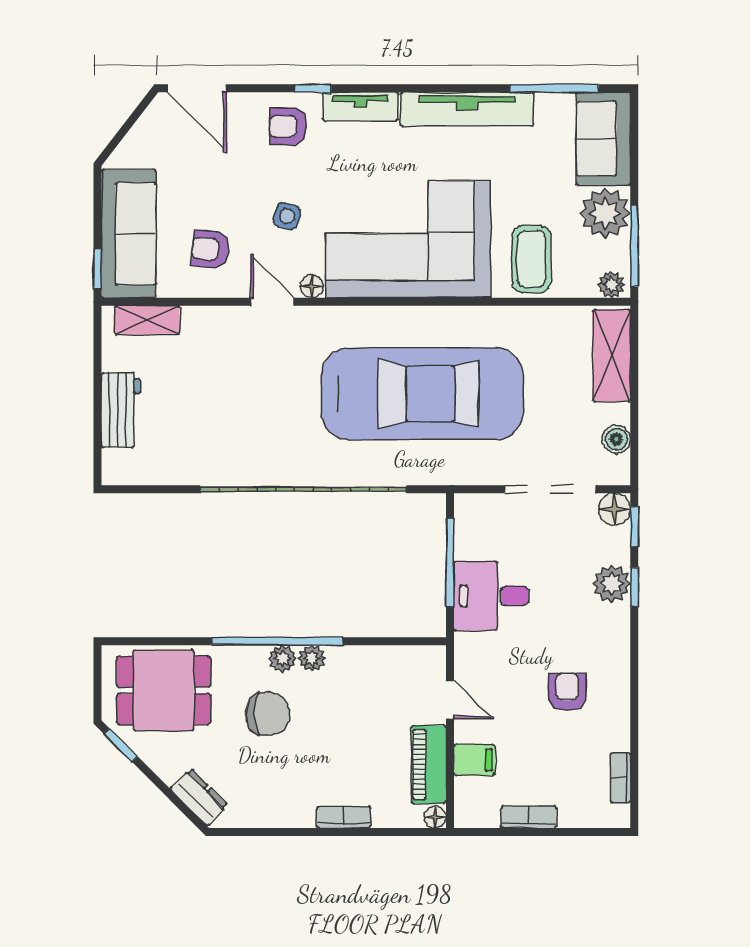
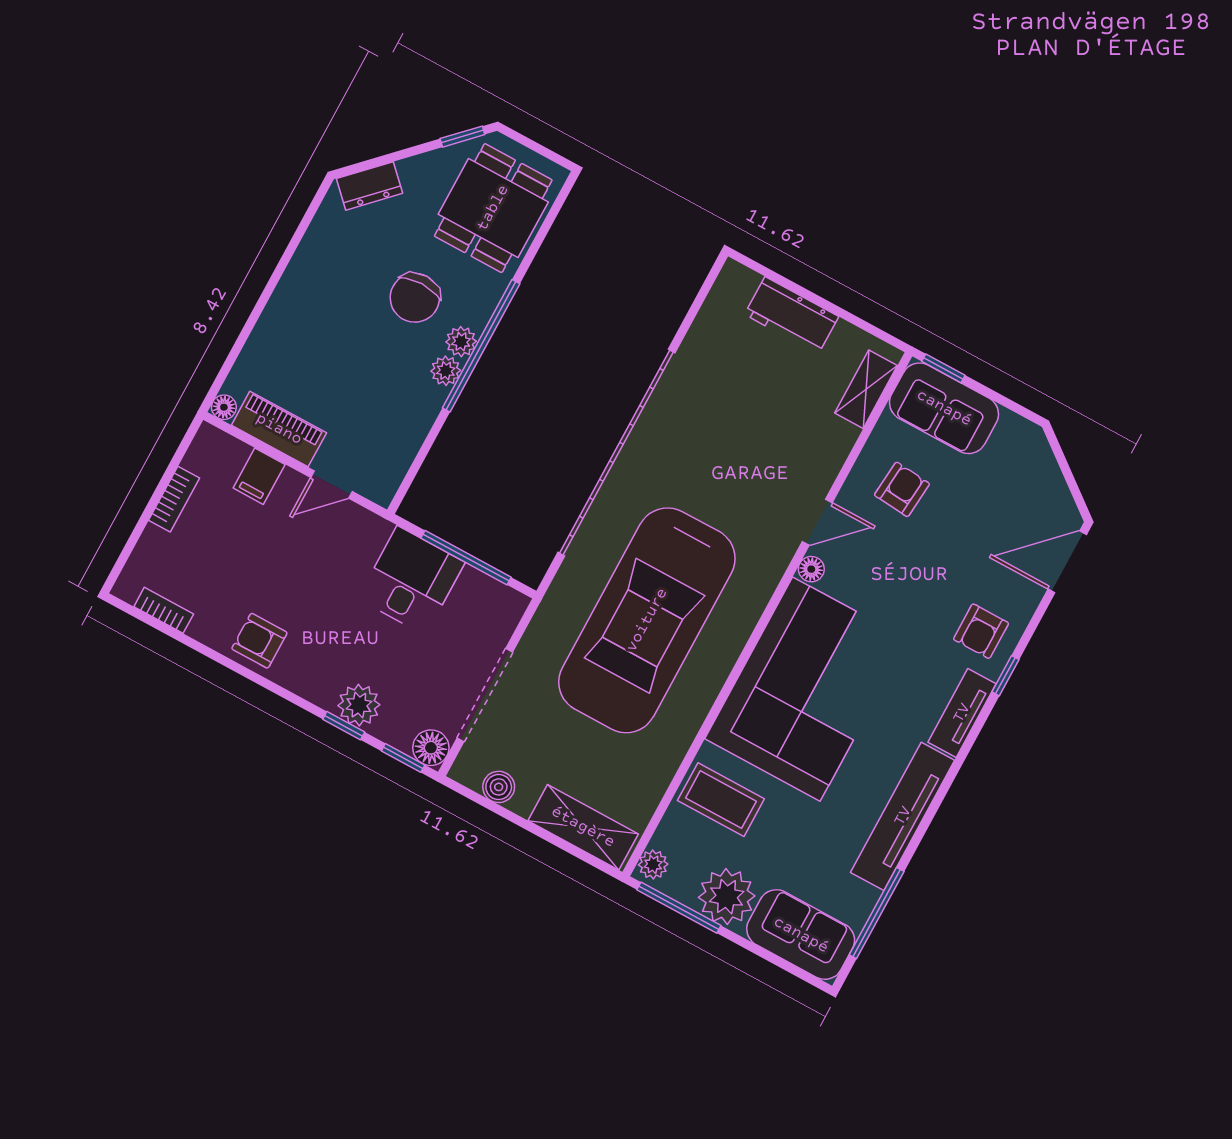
armchair: (288, 127) -> (981, 631), turned 180
side table: (287, 216) -> (894, 582), removed
sofa: (129, 234) -> (944, 408), width x0.73
armchair: (567, 692) -> (259, 641), moved, turned 180
bookcase: (344, 817) -> (273, 317), removed

